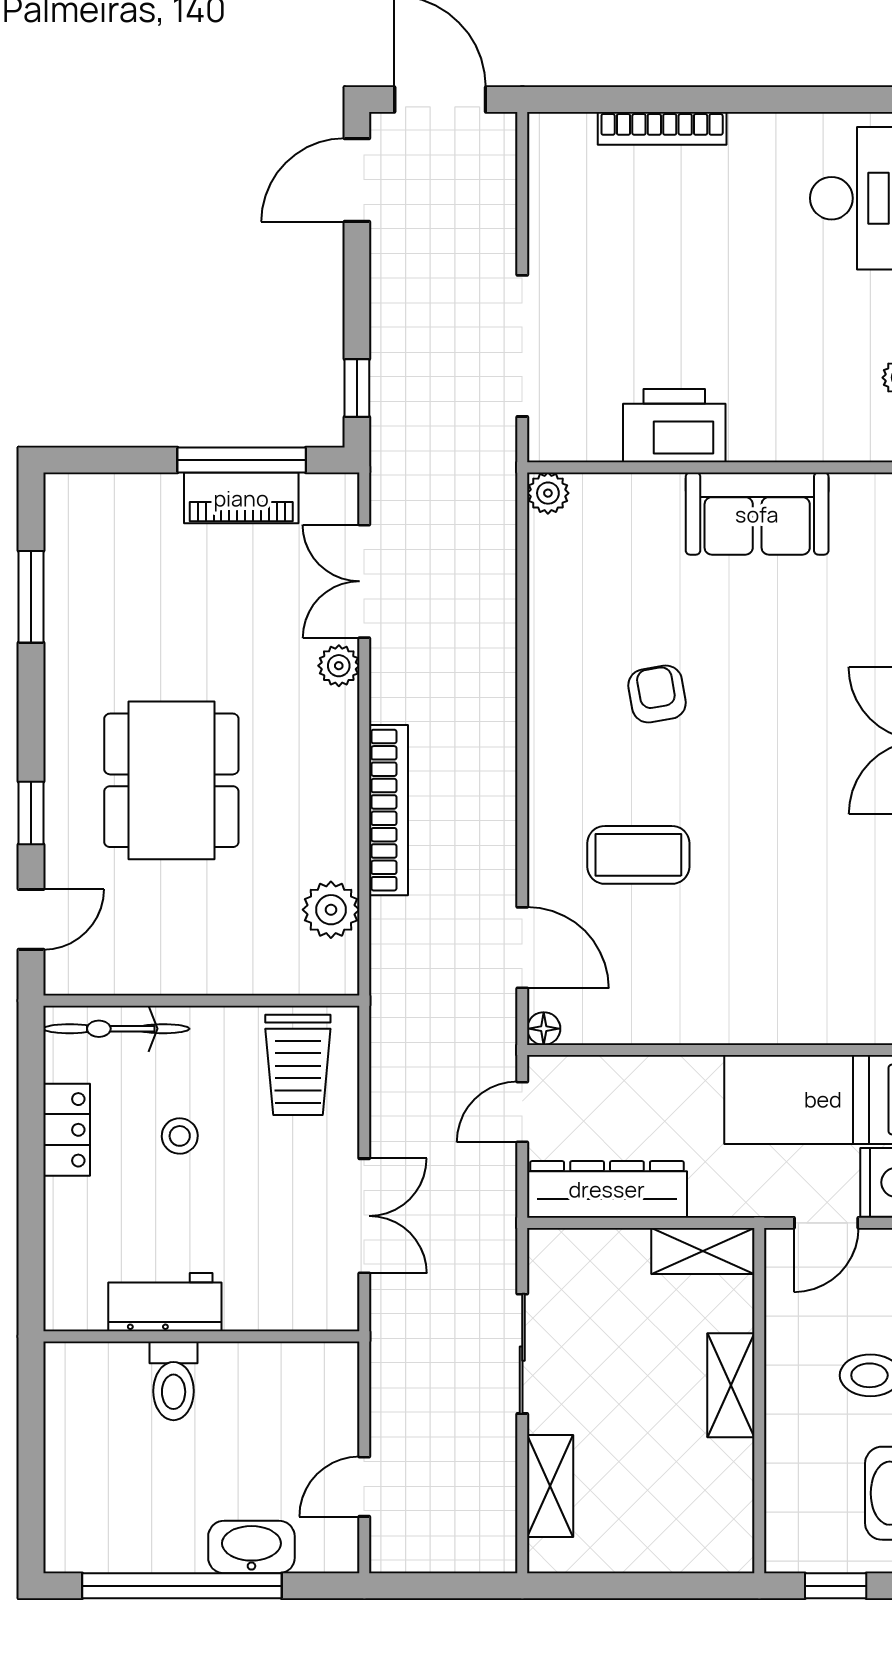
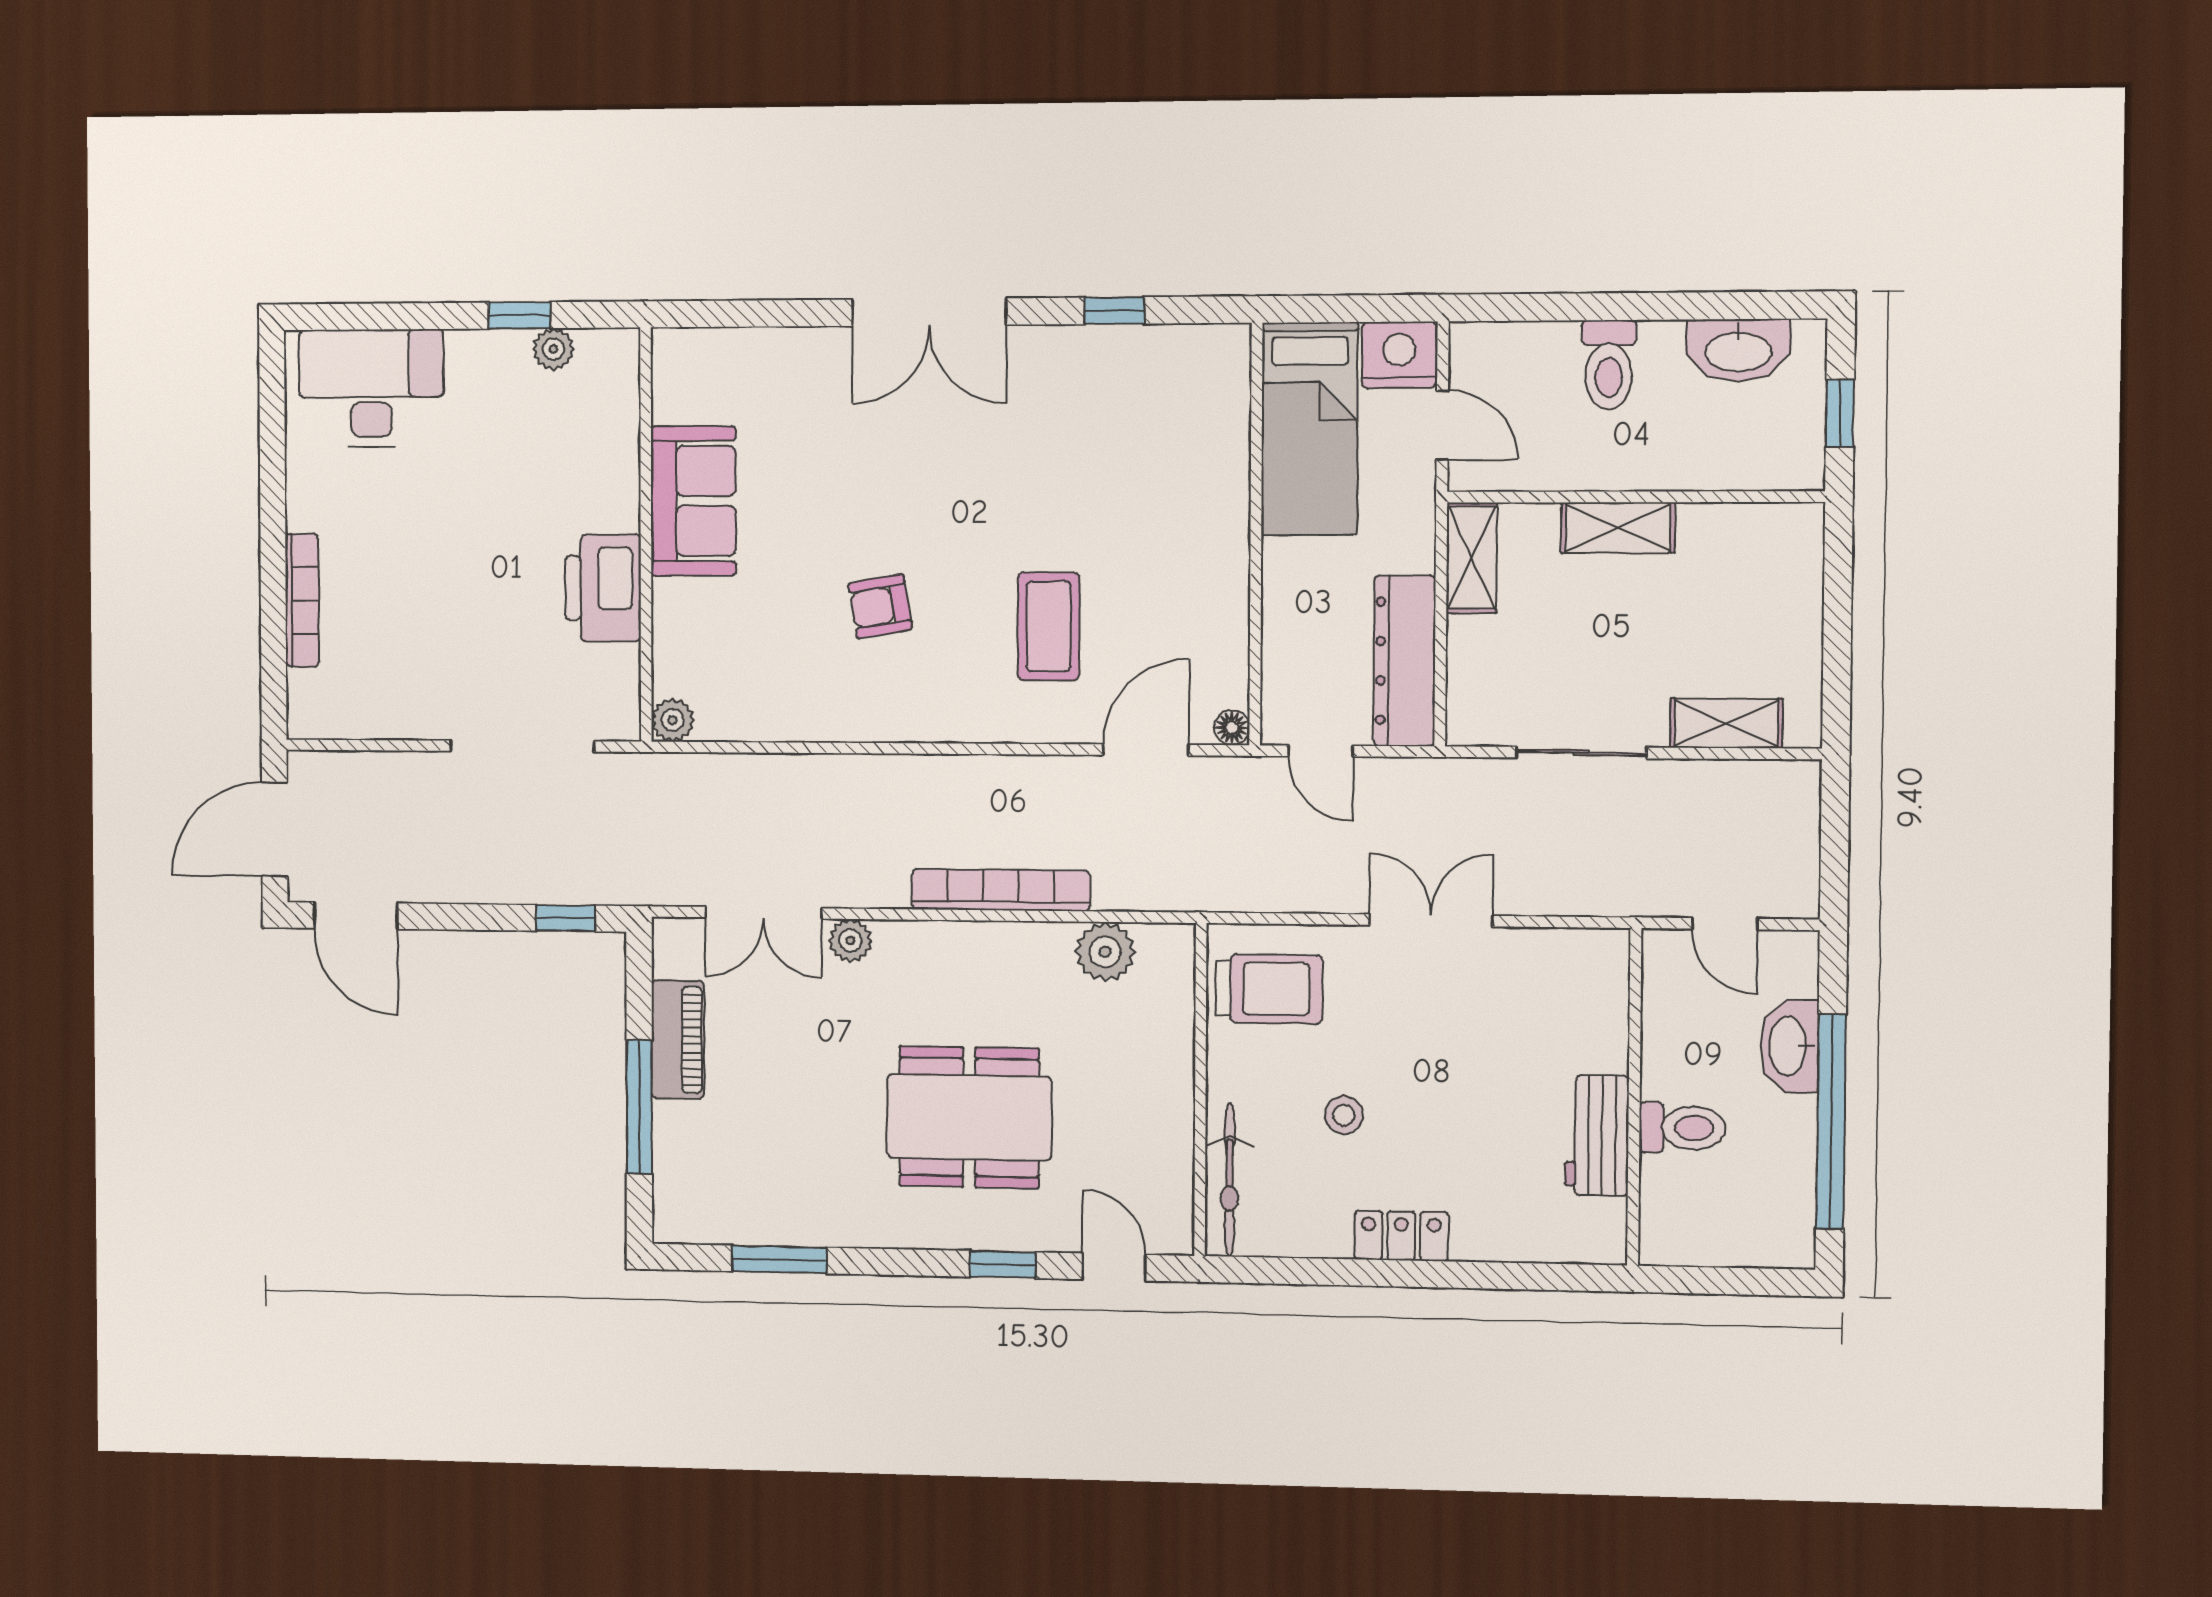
window: (242, 460) -> (639, 1107), moved
locker: (67, 1130) -> (1401, 1236), moved
workbench: (165, 1302) -> (1597, 1135), moved
wall: (201, 1336) -> (1634, 1097), moved
toilet: (174, 1381) -> (1682, 1128), moved

